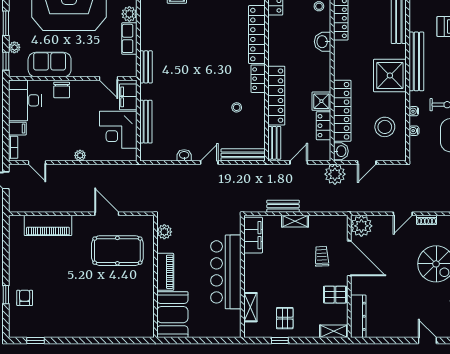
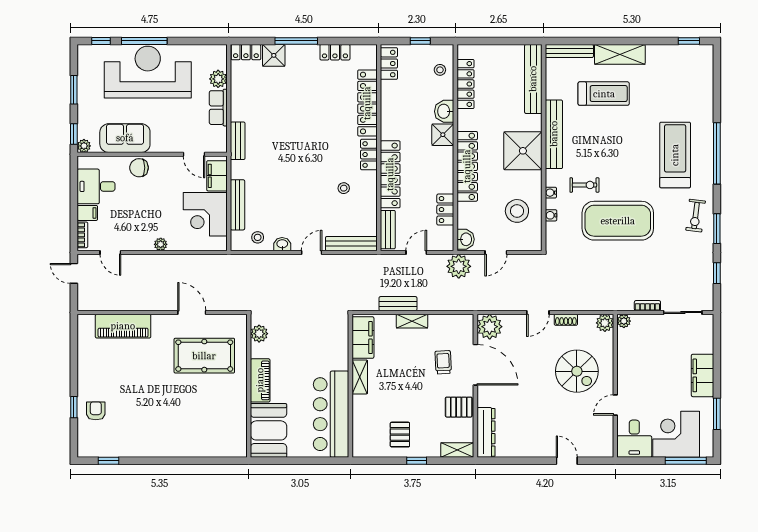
plant: (14, 47) -> (84, 146), moved
chair: (62, 90) -> (139, 168), turned 90
desk: (25, 100) -> (96, 186), width x0.73
shower: (321, 101) -> (443, 135), moved
locker: (342, 111) -> (467, 166), moved
stool: (163, 149) -> (258, 237), added
bar counter: (226, 272) -> (331, 414), moved
shelving: (250, 307) -> (360, 377), moved
window: (280, 341) -> (417, 461), moved

